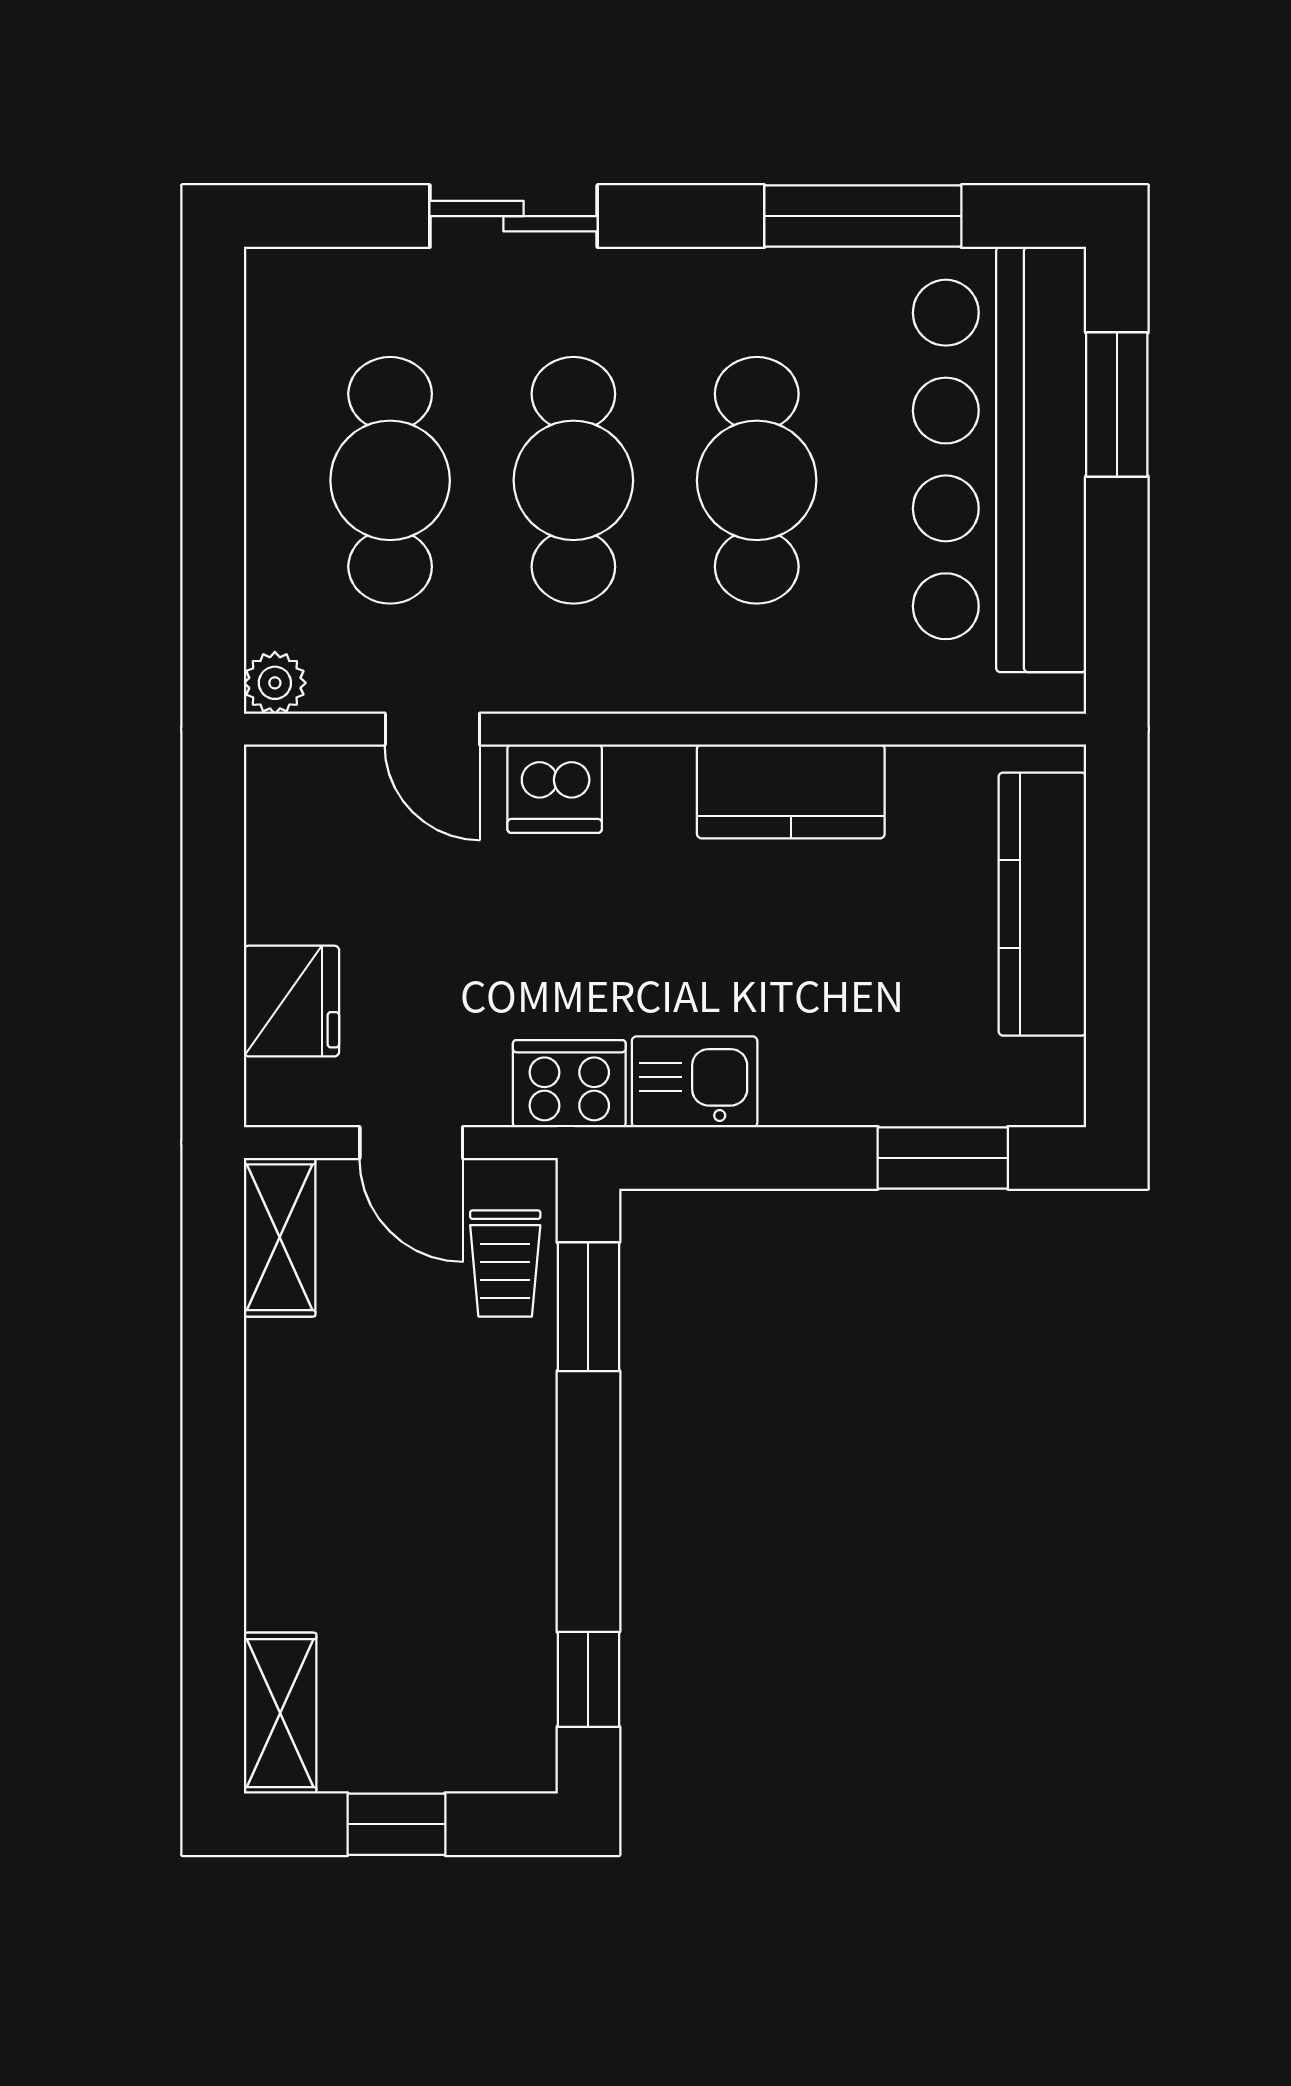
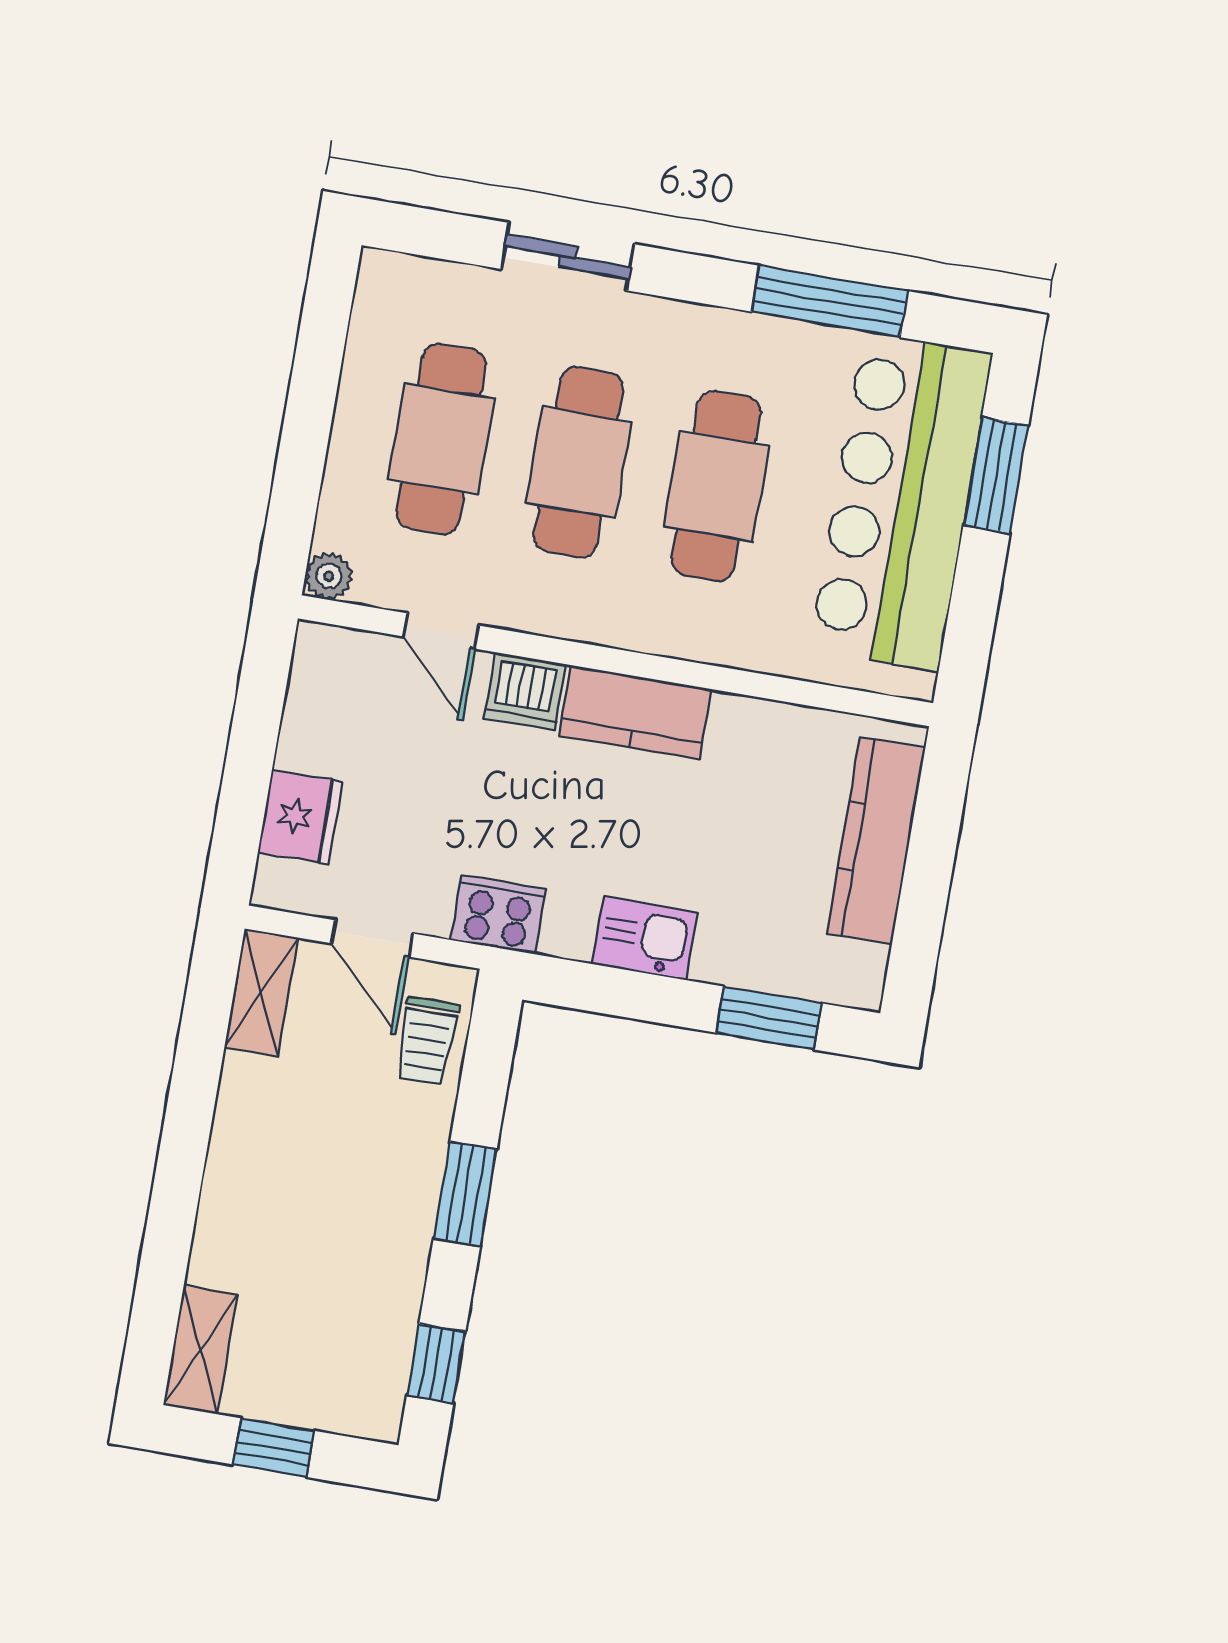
kitchen counter: (791, 791) -> (635, 712), moved
kitchen sink: (695, 1082) -> (645, 938), moved
window: (588, 1307) -> (465, 1194), moved

